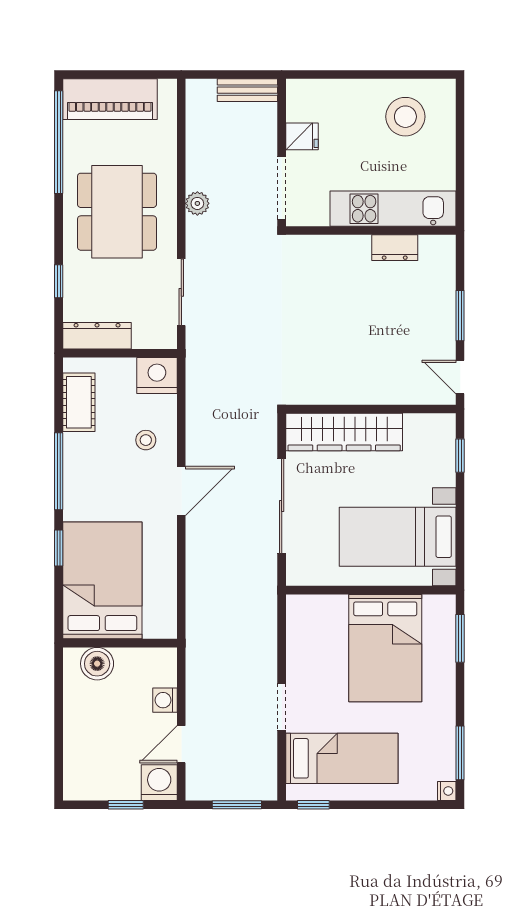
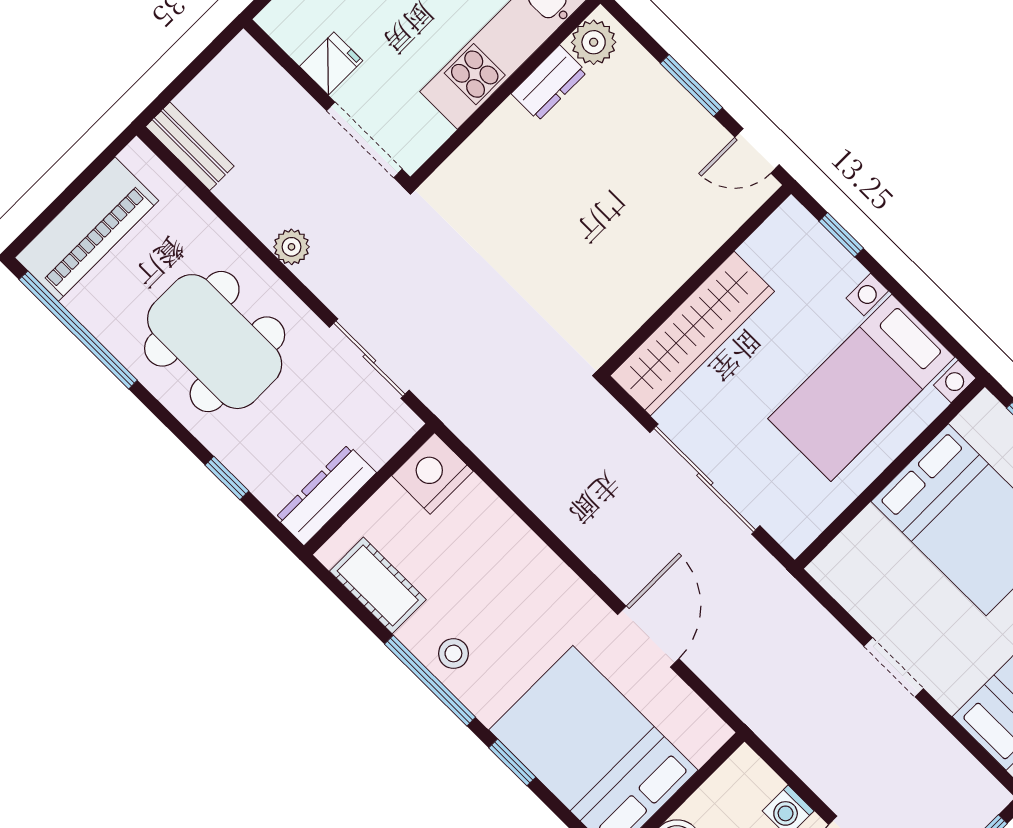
bench: (247, 90) -> (190, 146), moved, turned 90
plant: (435, 250) -> (594, 42), added
stool: (146, 440) -> (453, 653), moved
door: (181, 491) -> (648, 637), moved
doorway: (282, 707) -> (894, 667), moved

